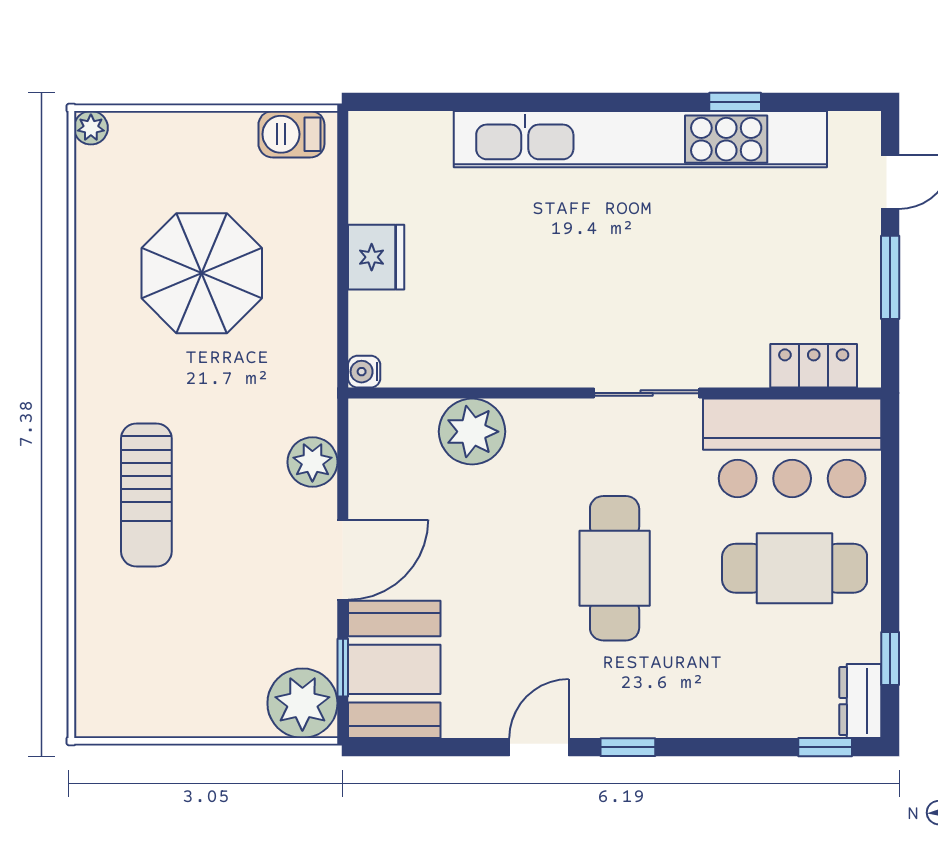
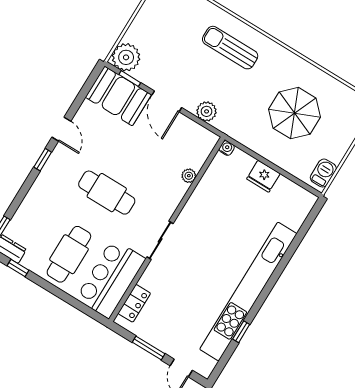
plant: (472, 432) -> (189, 176), width x0.53, depth x0.53

